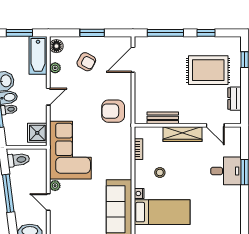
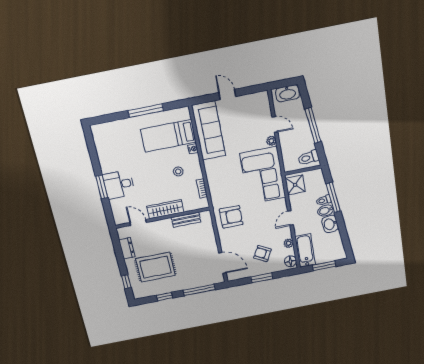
door: (133, 60) -> (222, 263), hinge flipped

